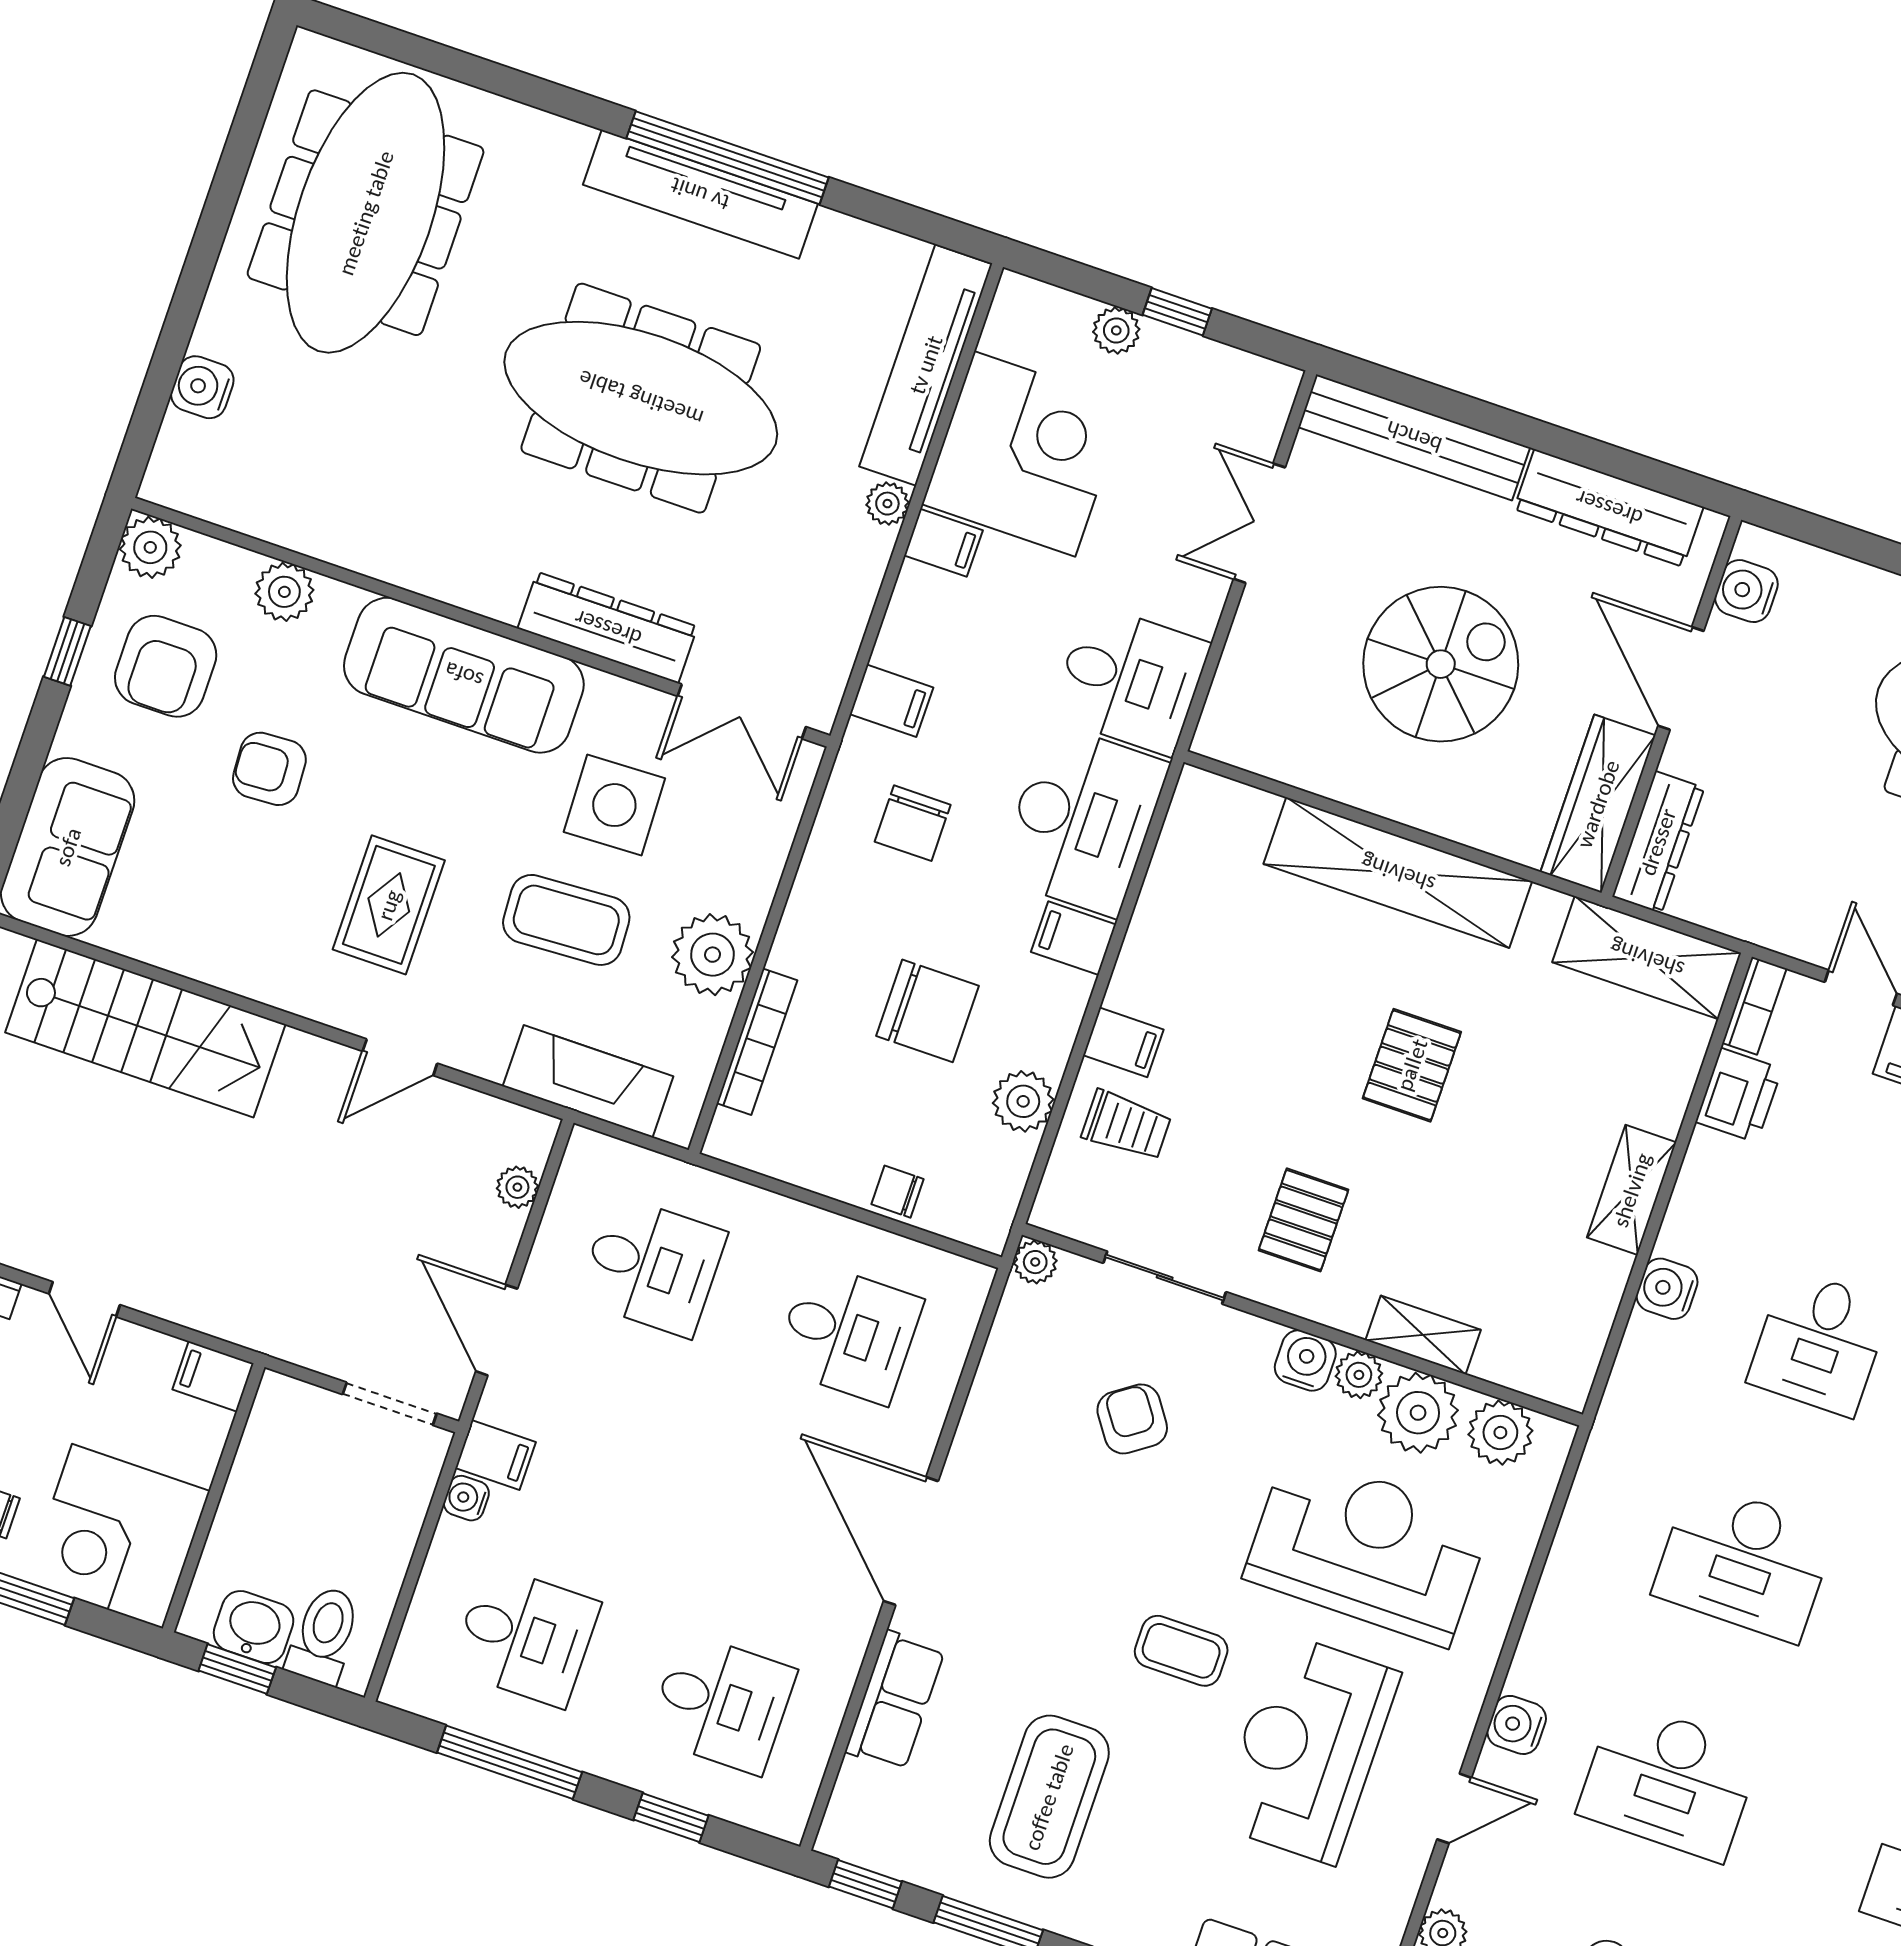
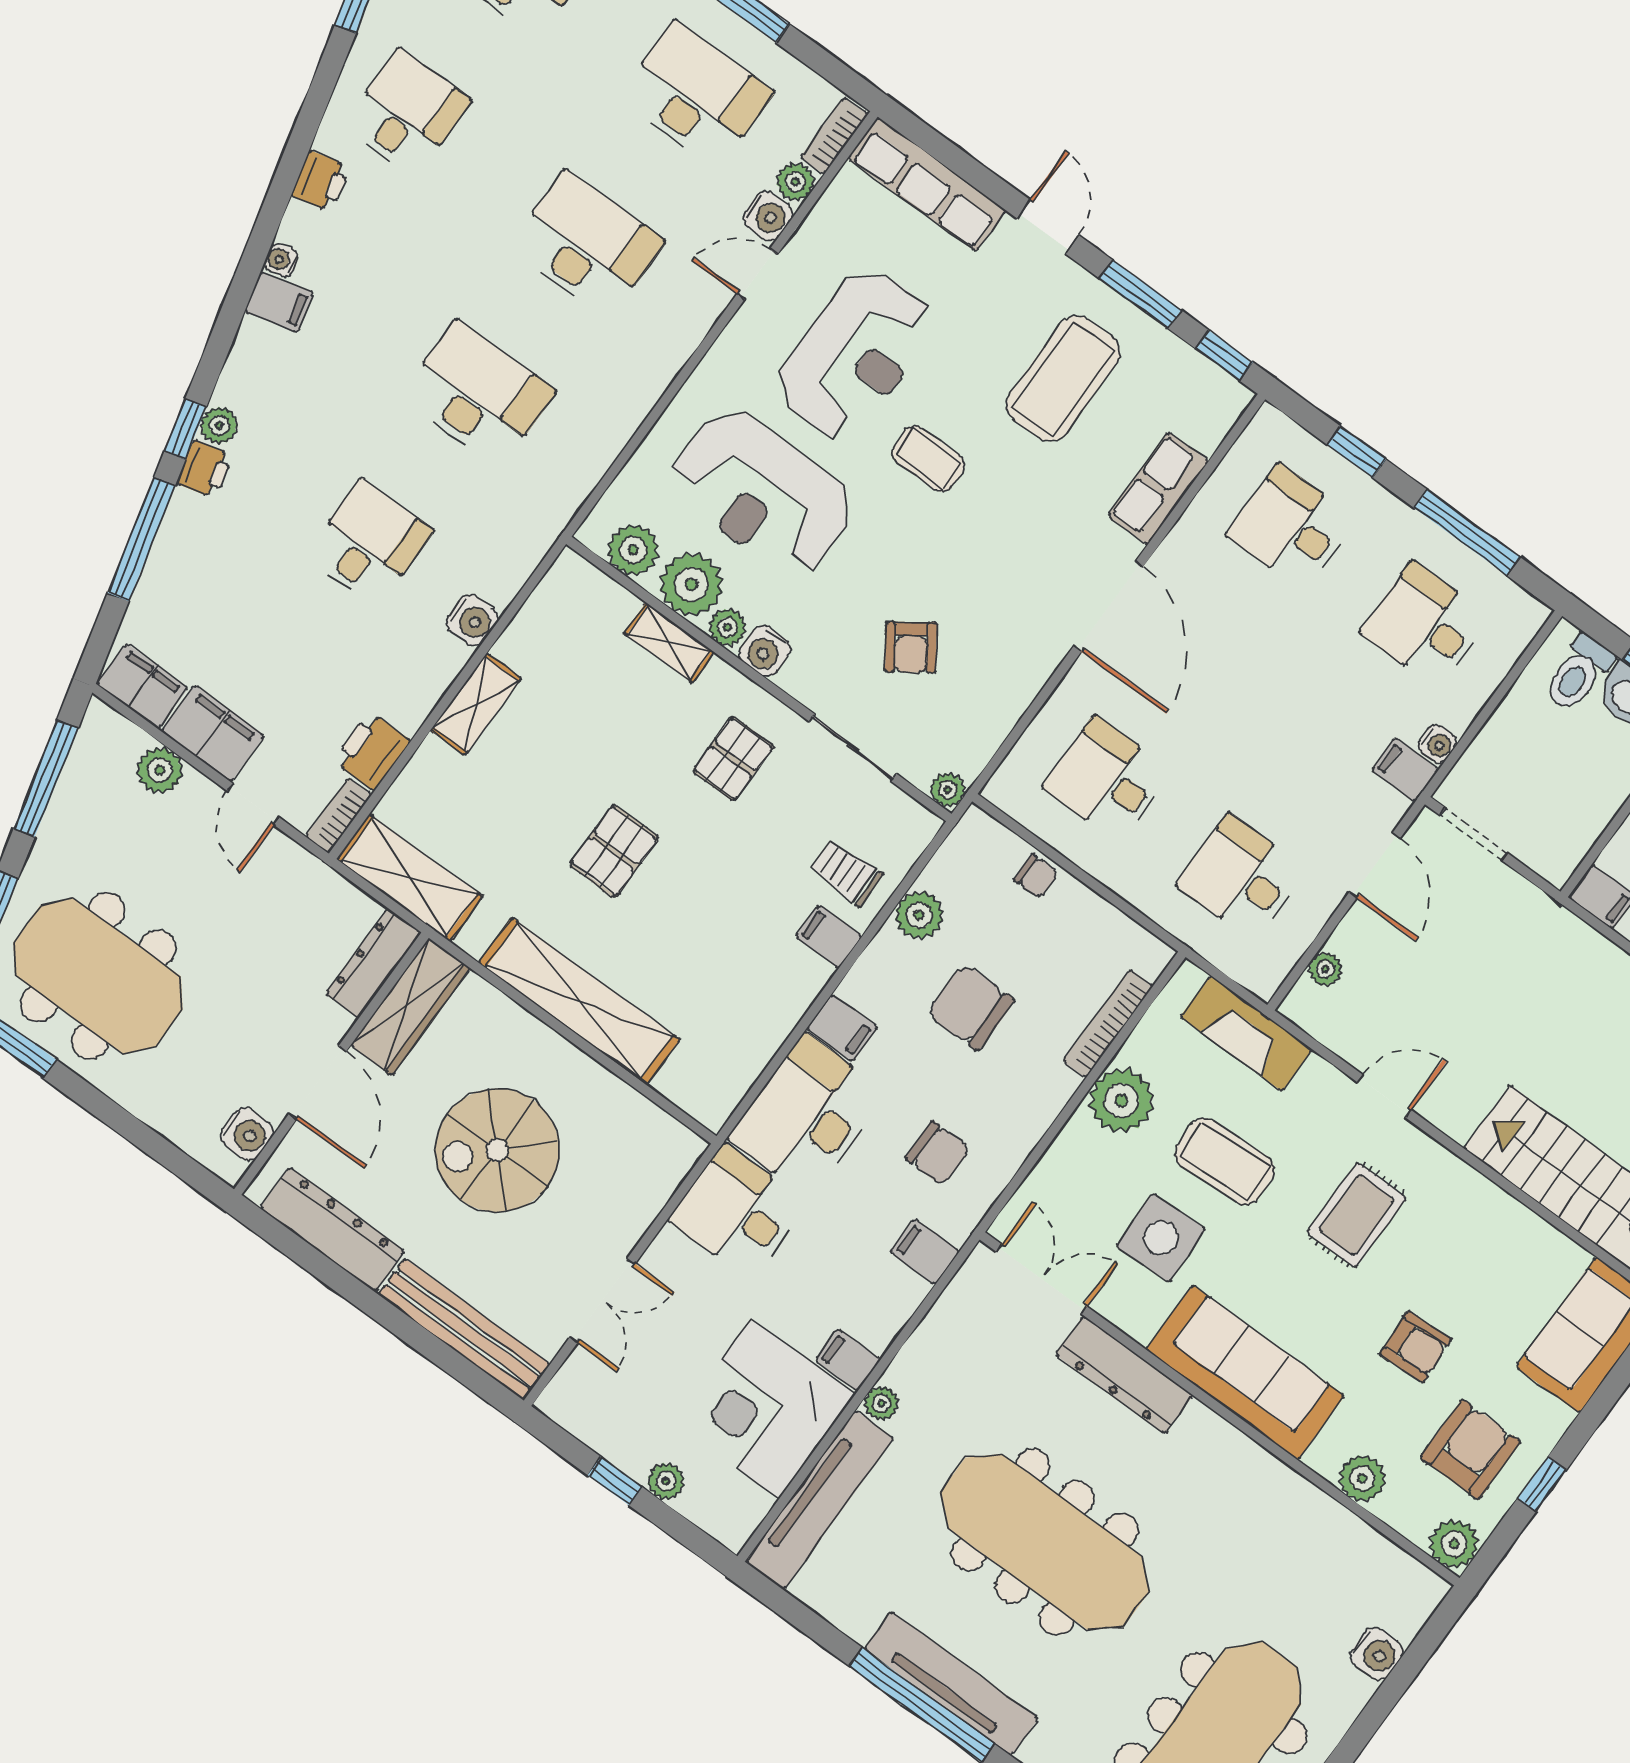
chair: (913, 823) -> (938, 1153), turned 90
water cooler: (1517, 1725) -> (768, 216), moved

